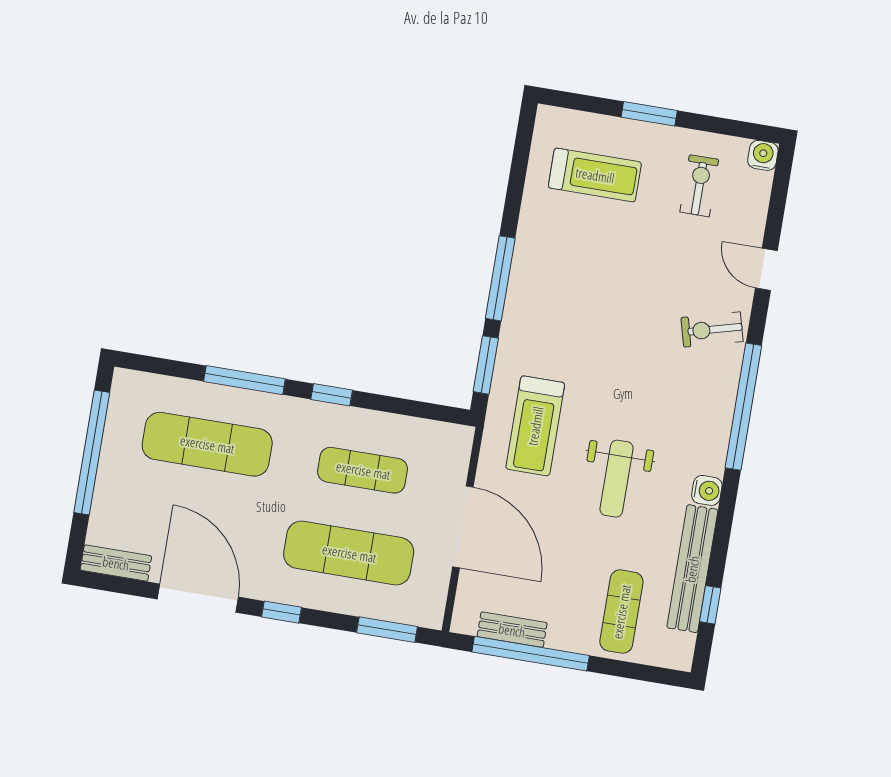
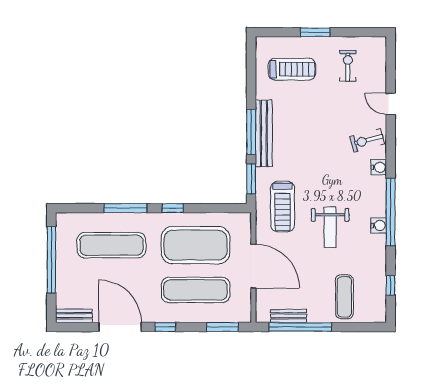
water cooler: (763, 155) -> (379, 167), moved, turned 90
window: (743, 407) -> (391, 212), moved
exercise mat: (363, 470) -> (196, 245), width x2.00, depth x1.45
bench: (692, 569) -> (264, 133), moved

